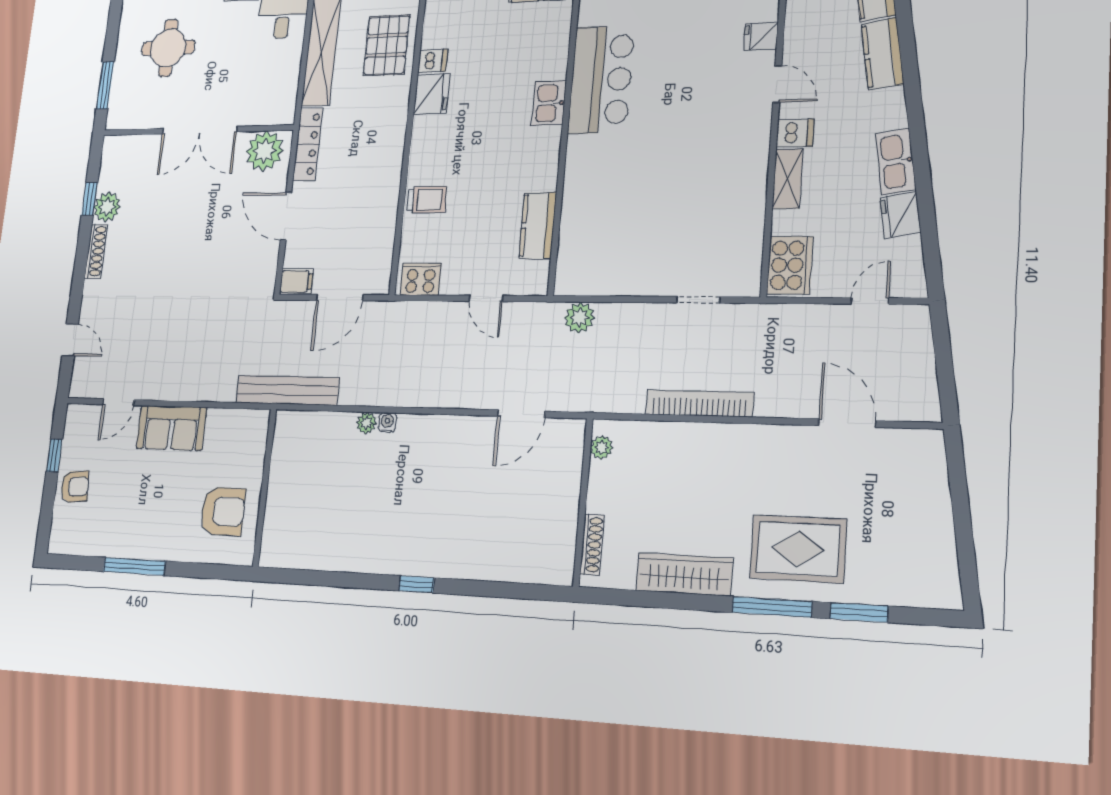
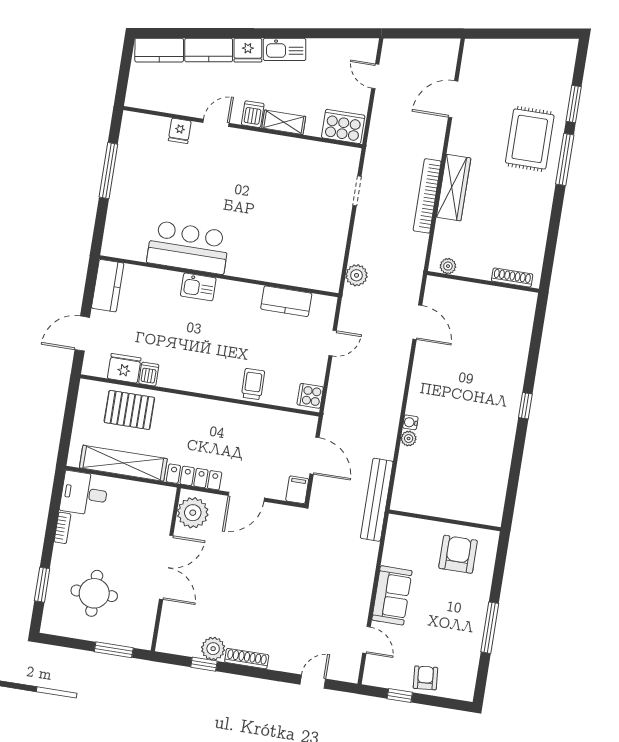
fridge: (432, 94) -> (124, 368), moved
fridge: (901, 215) -> (248, 50), moved
cooker: (421, 279) -> (310, 396), width x0.73
wardrobe: (684, 574) -> (454, 188), moved, turned 180

